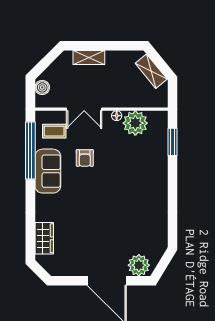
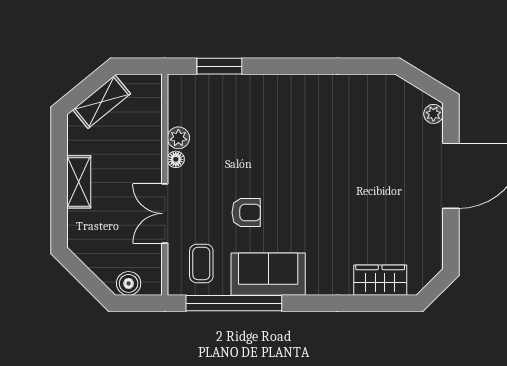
shelving: (89, 58) -> (79, 182), moved
double door: (84, 109) -> (165, 214), swing flipped
plant: (135, 123) -> (178, 138), width x0.53, depth x0.53
plant: (139, 265) -> (433, 114), width x0.53, depth x0.53

